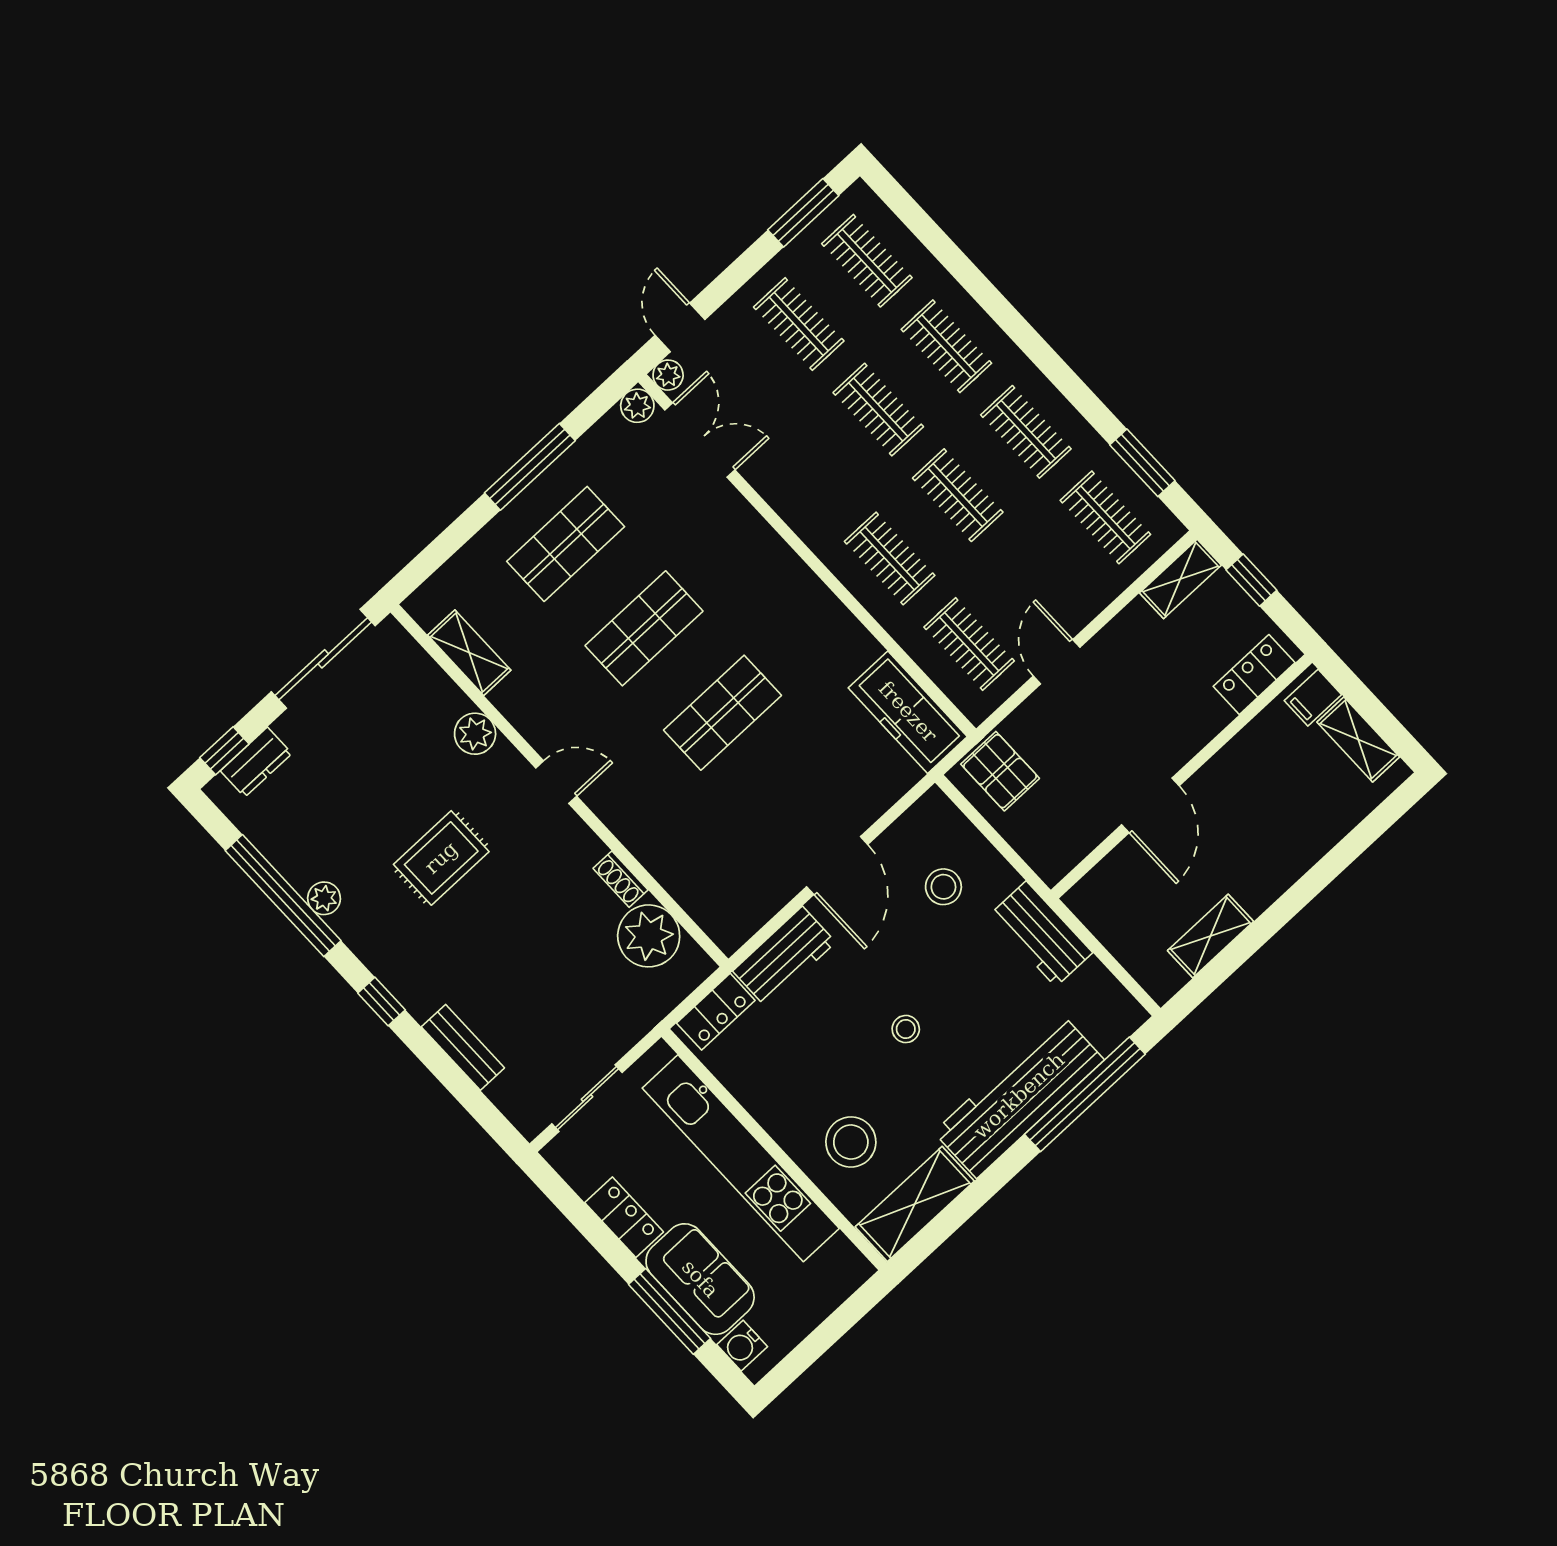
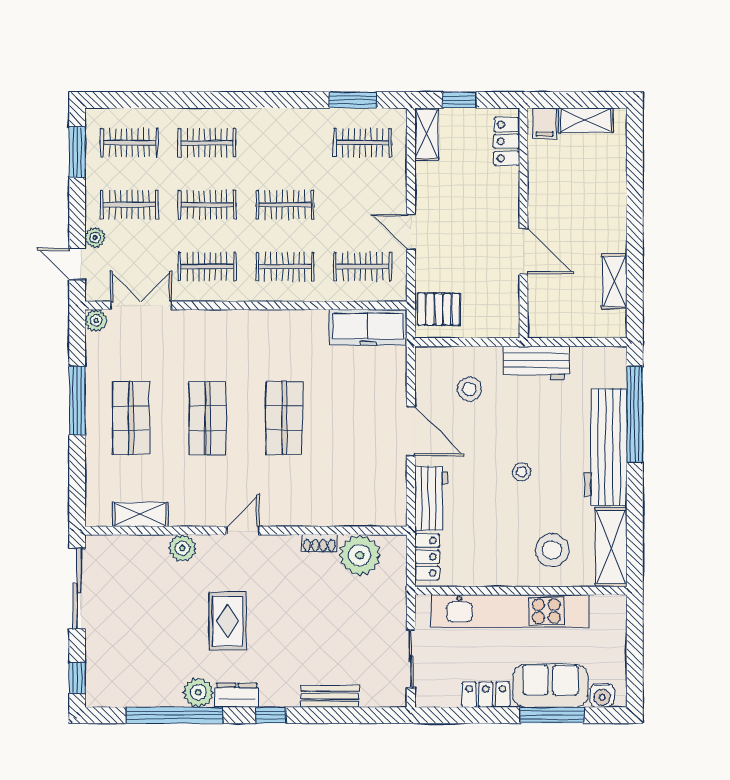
plant: (668, 375) -> (95, 237), moved
clothes rail: (1026, 432) -> (207, 267), moved
dresser: (256, 762) -> (237, 695), moved, turned -90
plant: (324, 898) -> (198, 692), width x1.38, depth x1.38

